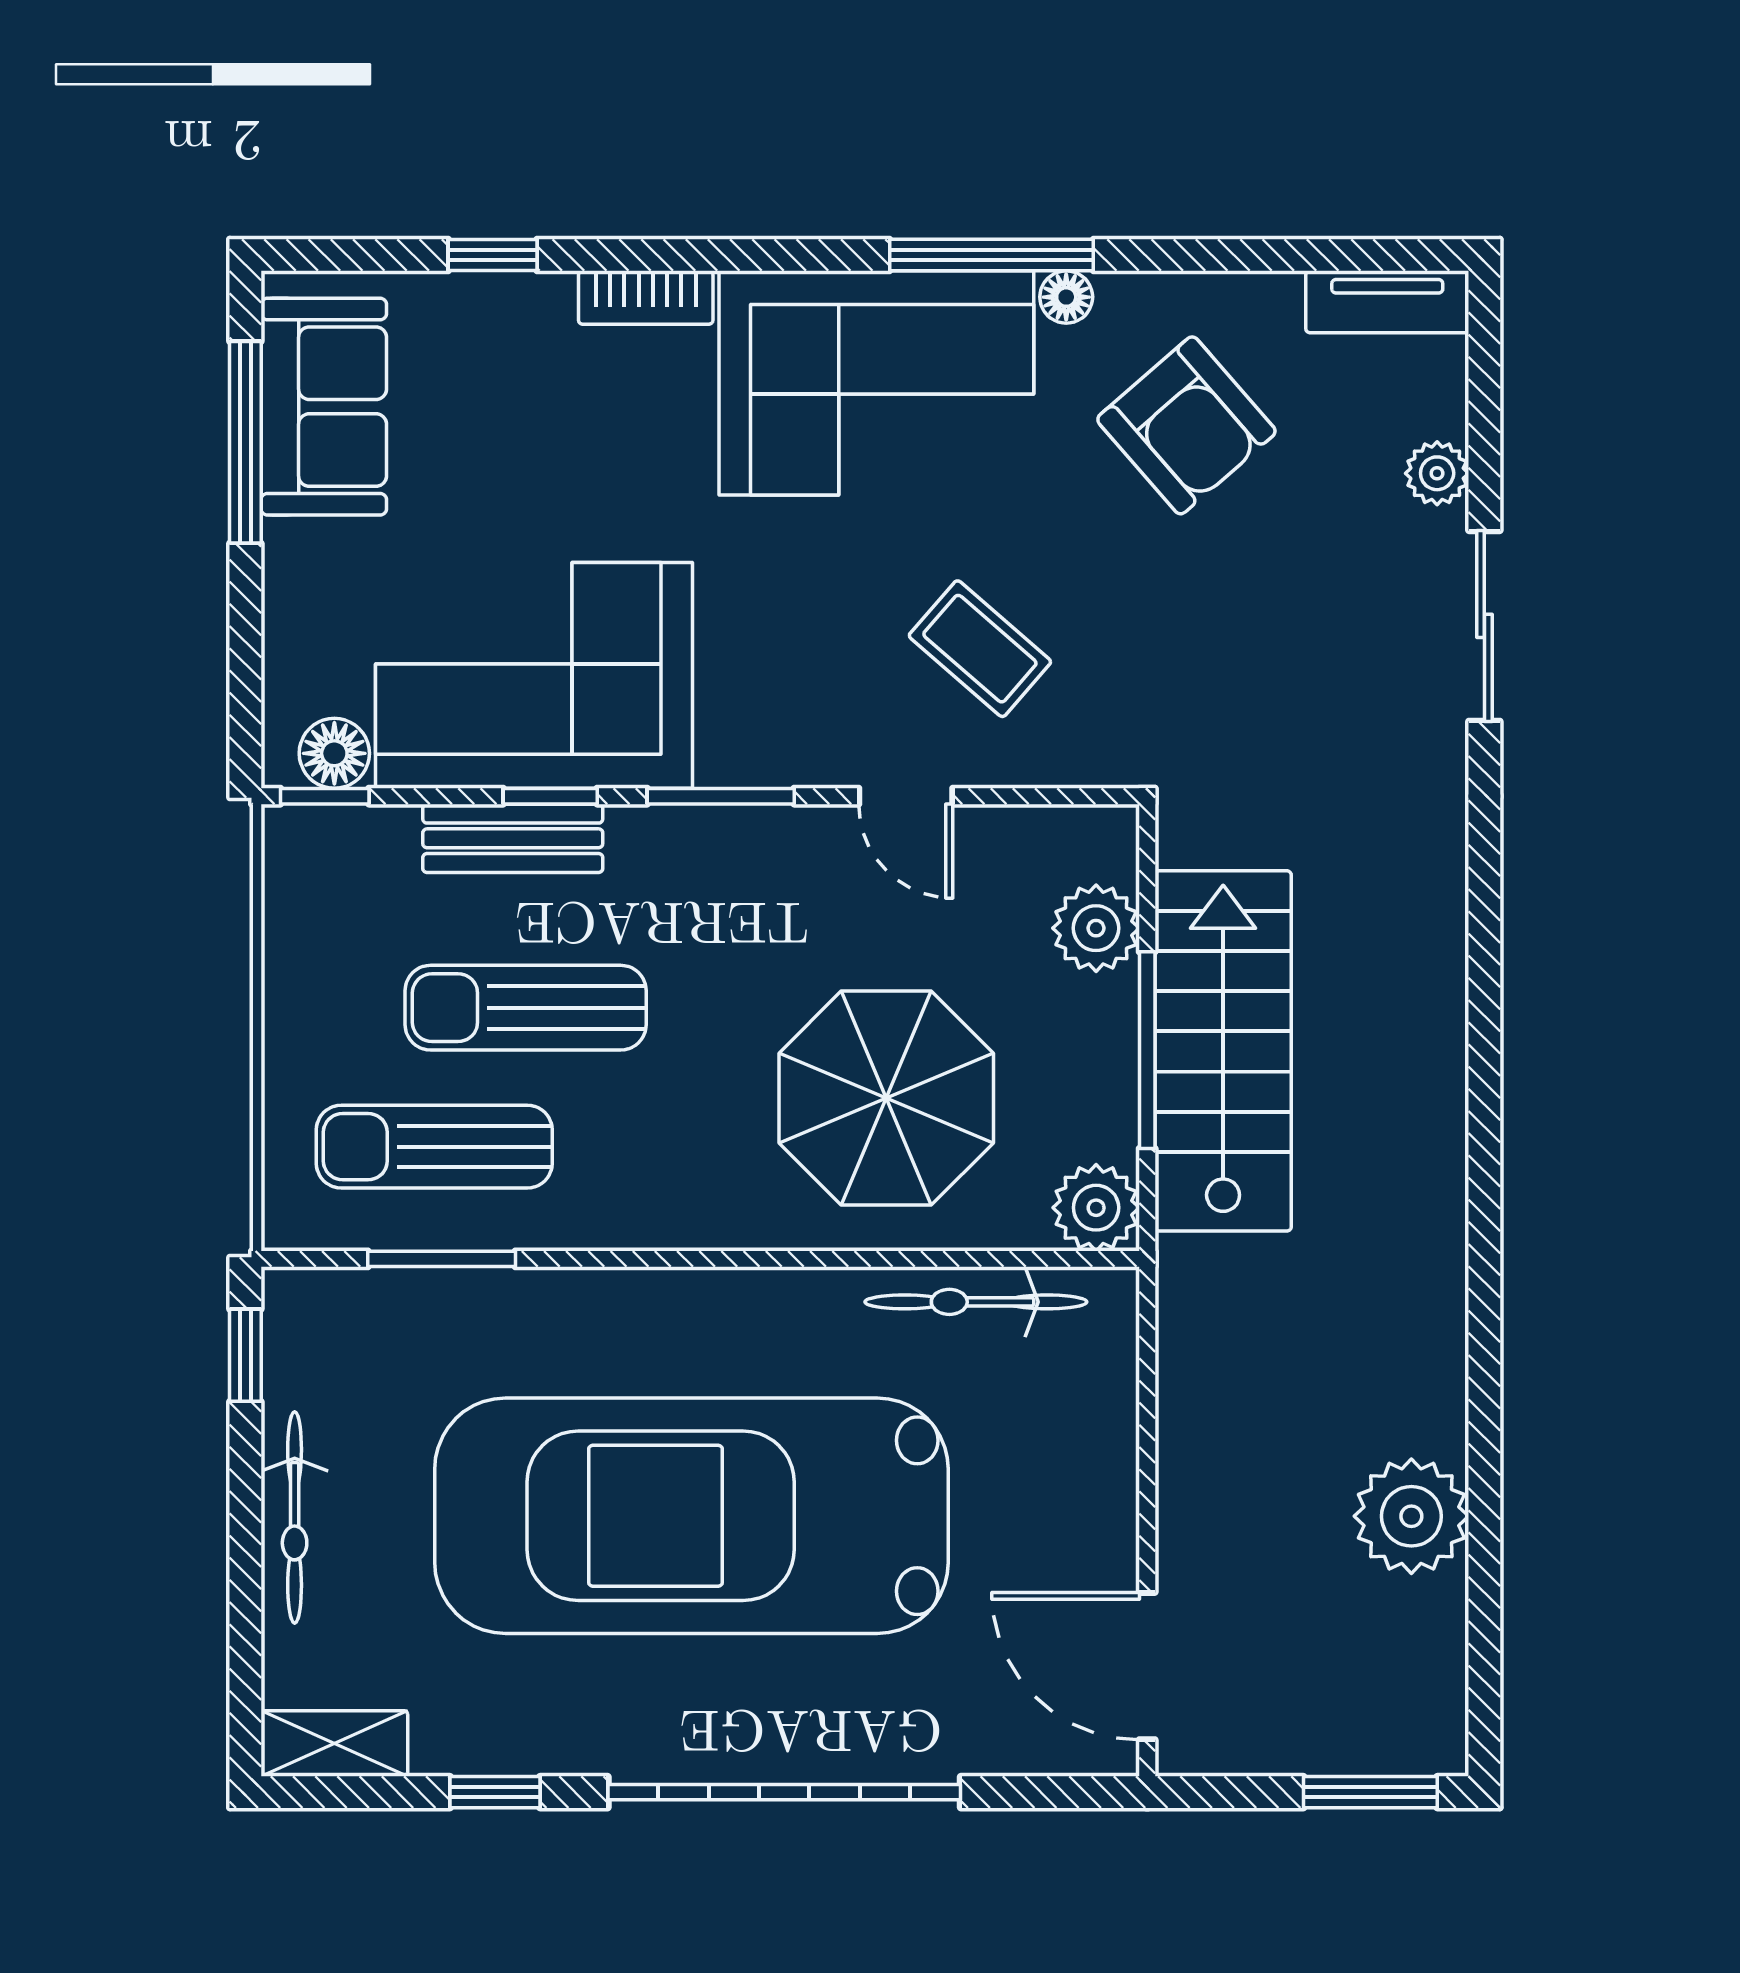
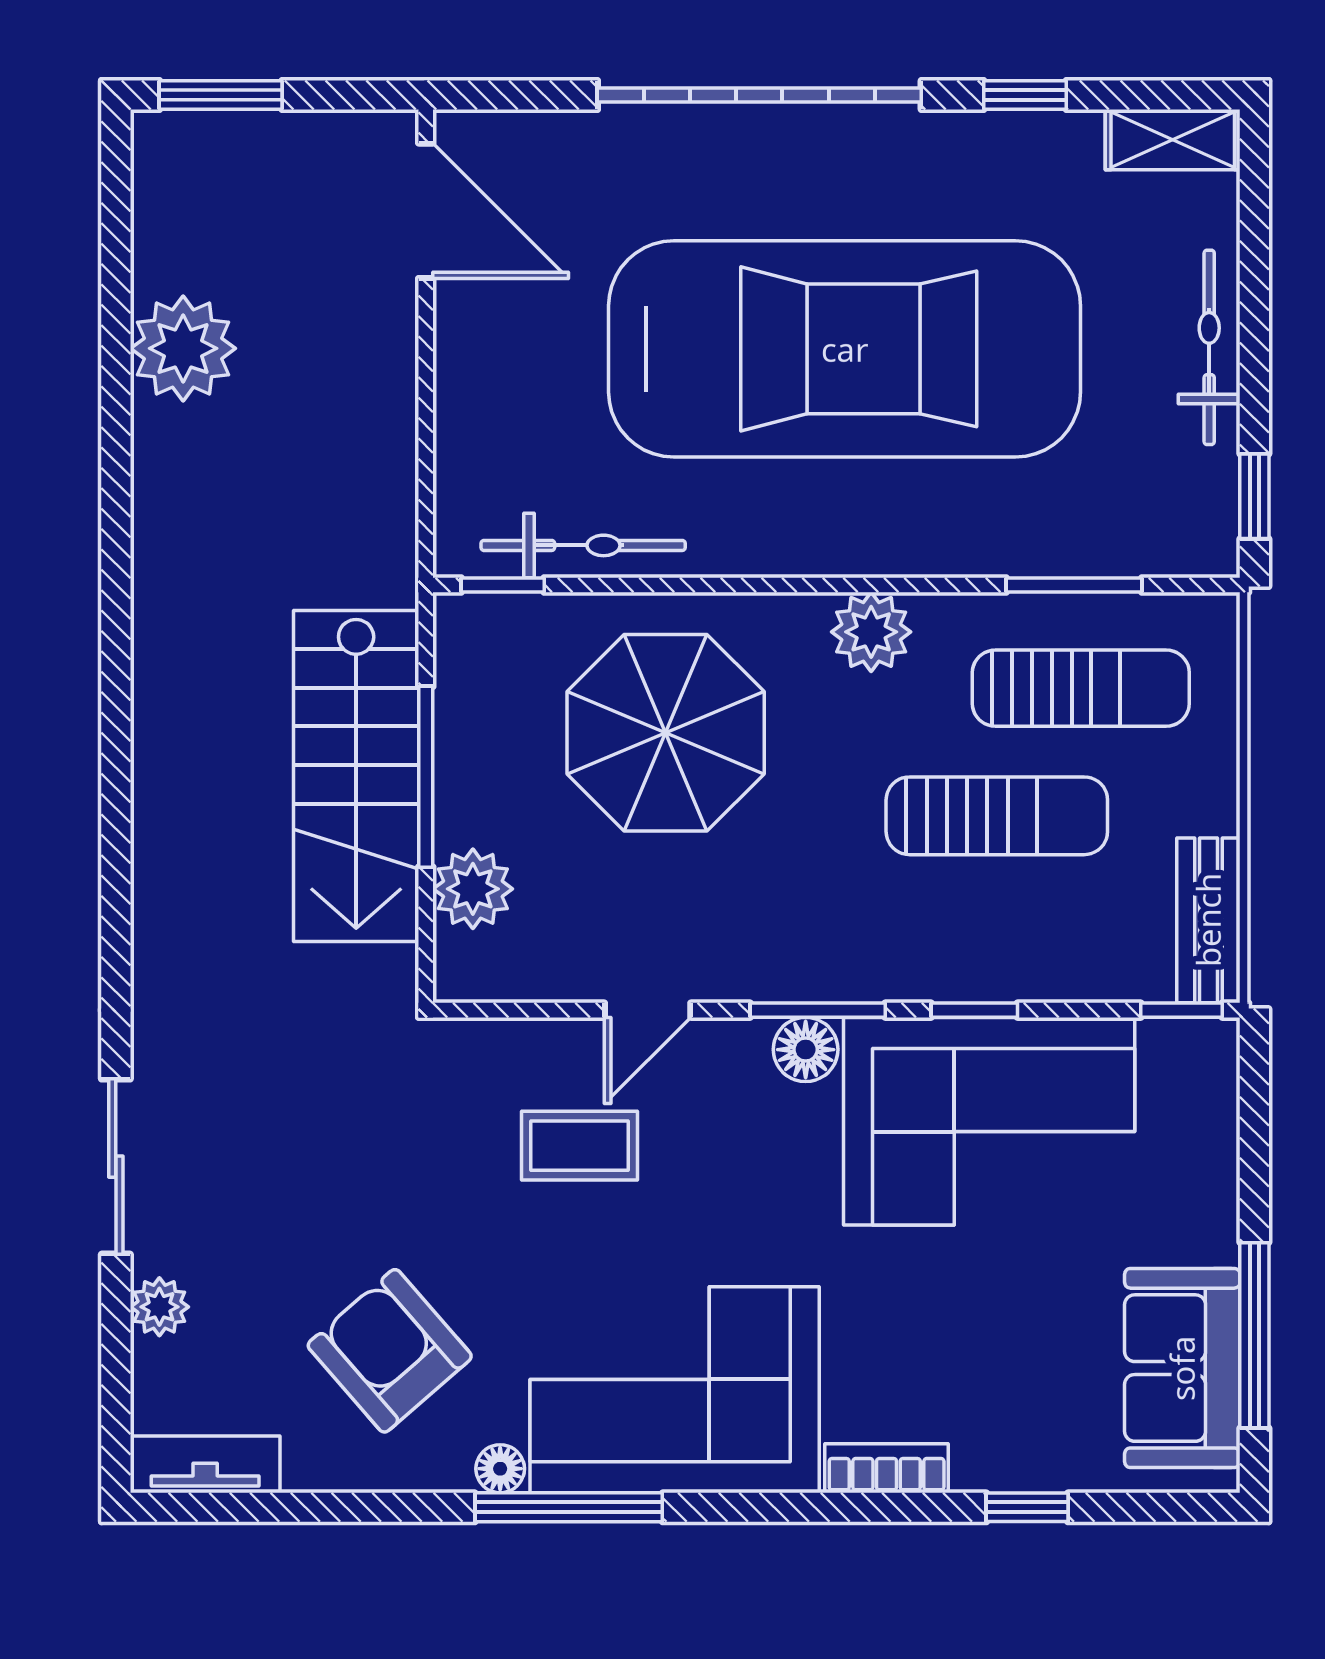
coffee table: (980, 649) -> (579, 1146), turned -41
floor lamp: (334, 753) -> (806, 1050), moved
door: (906, 796) -> (648, 1010), swing flipped
bench: (513, 838) -> (1208, 920), moved, turned 90
plant: (1096, 1208) -> (871, 632), moved
window: (1063, 1259) -> (503, 585), added

